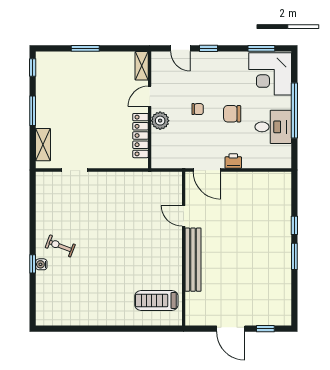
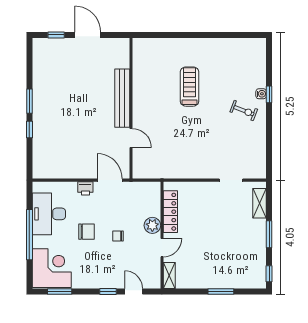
desk: (273, 127) -> (49, 214), width x1.37
treadmill: (156, 300) -> (190, 87), moved, turned -90

